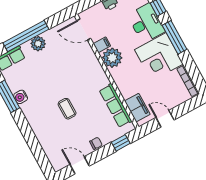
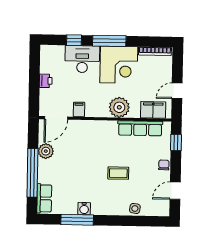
plant: (38, 44) -> (46, 151), moved
plant: (112, 58) -> (119, 107), moved
side table: (45, 140) -> (135, 208), added

